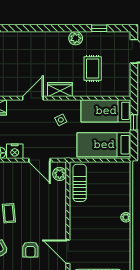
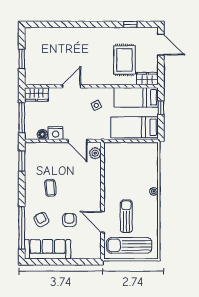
plant: (76, 38) -> (109, 33), removed
rug: (93, 68) -> (124, 60), width x1.36, depth x1.43
wardrobe: (60, 90) -> (147, 79), moved
sun lounger: (80, 183) -> (126, 216), moved
armchair: (30, 250) -> (69, 220), turned 180

